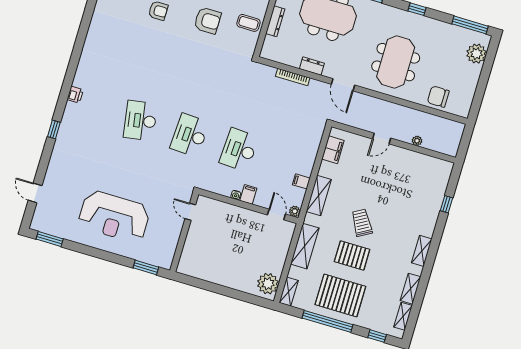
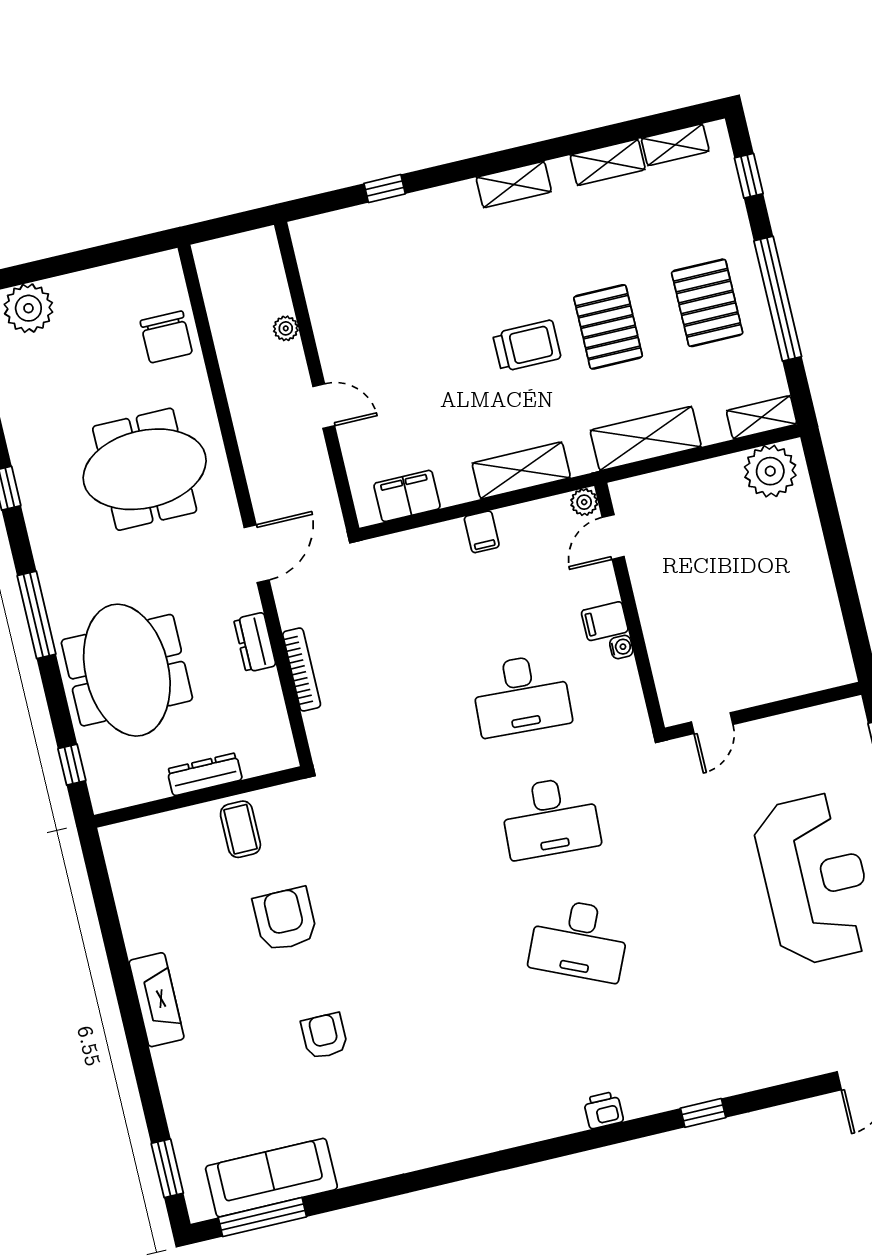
desk: (140, 121) -> (579, 940), turned 33
filing cabinet: (301, 181) -> (482, 532), moved
trolley: (362, 223) -> (527, 346), turned -150
pallet: (340, 295) -> (707, 303), width x0.73, depth x0.71

